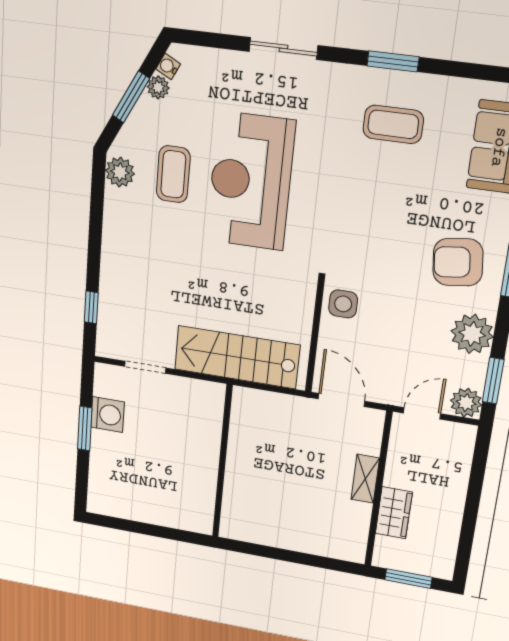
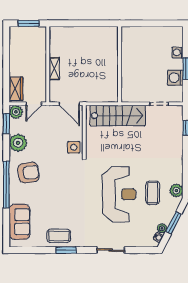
coffee table: (393, 124) -> (59, 236), moved
washing machine: (100, 464) -> (178, 52), added
wardrobe: (394, 513) -> (16, 89), moved, turned 180

